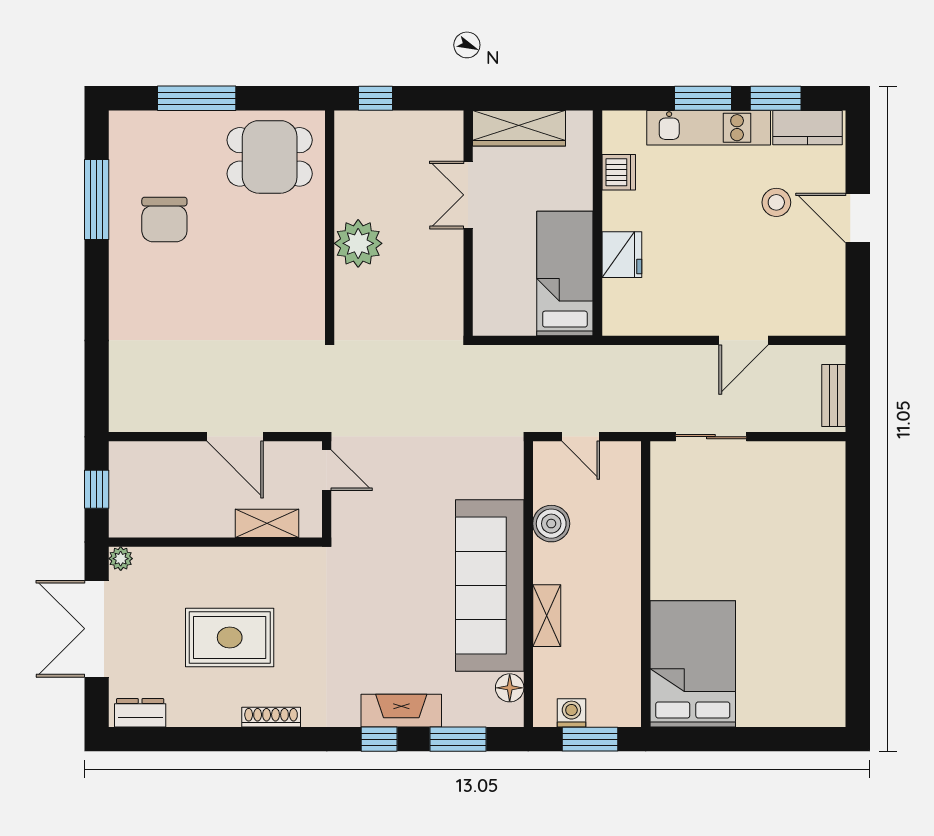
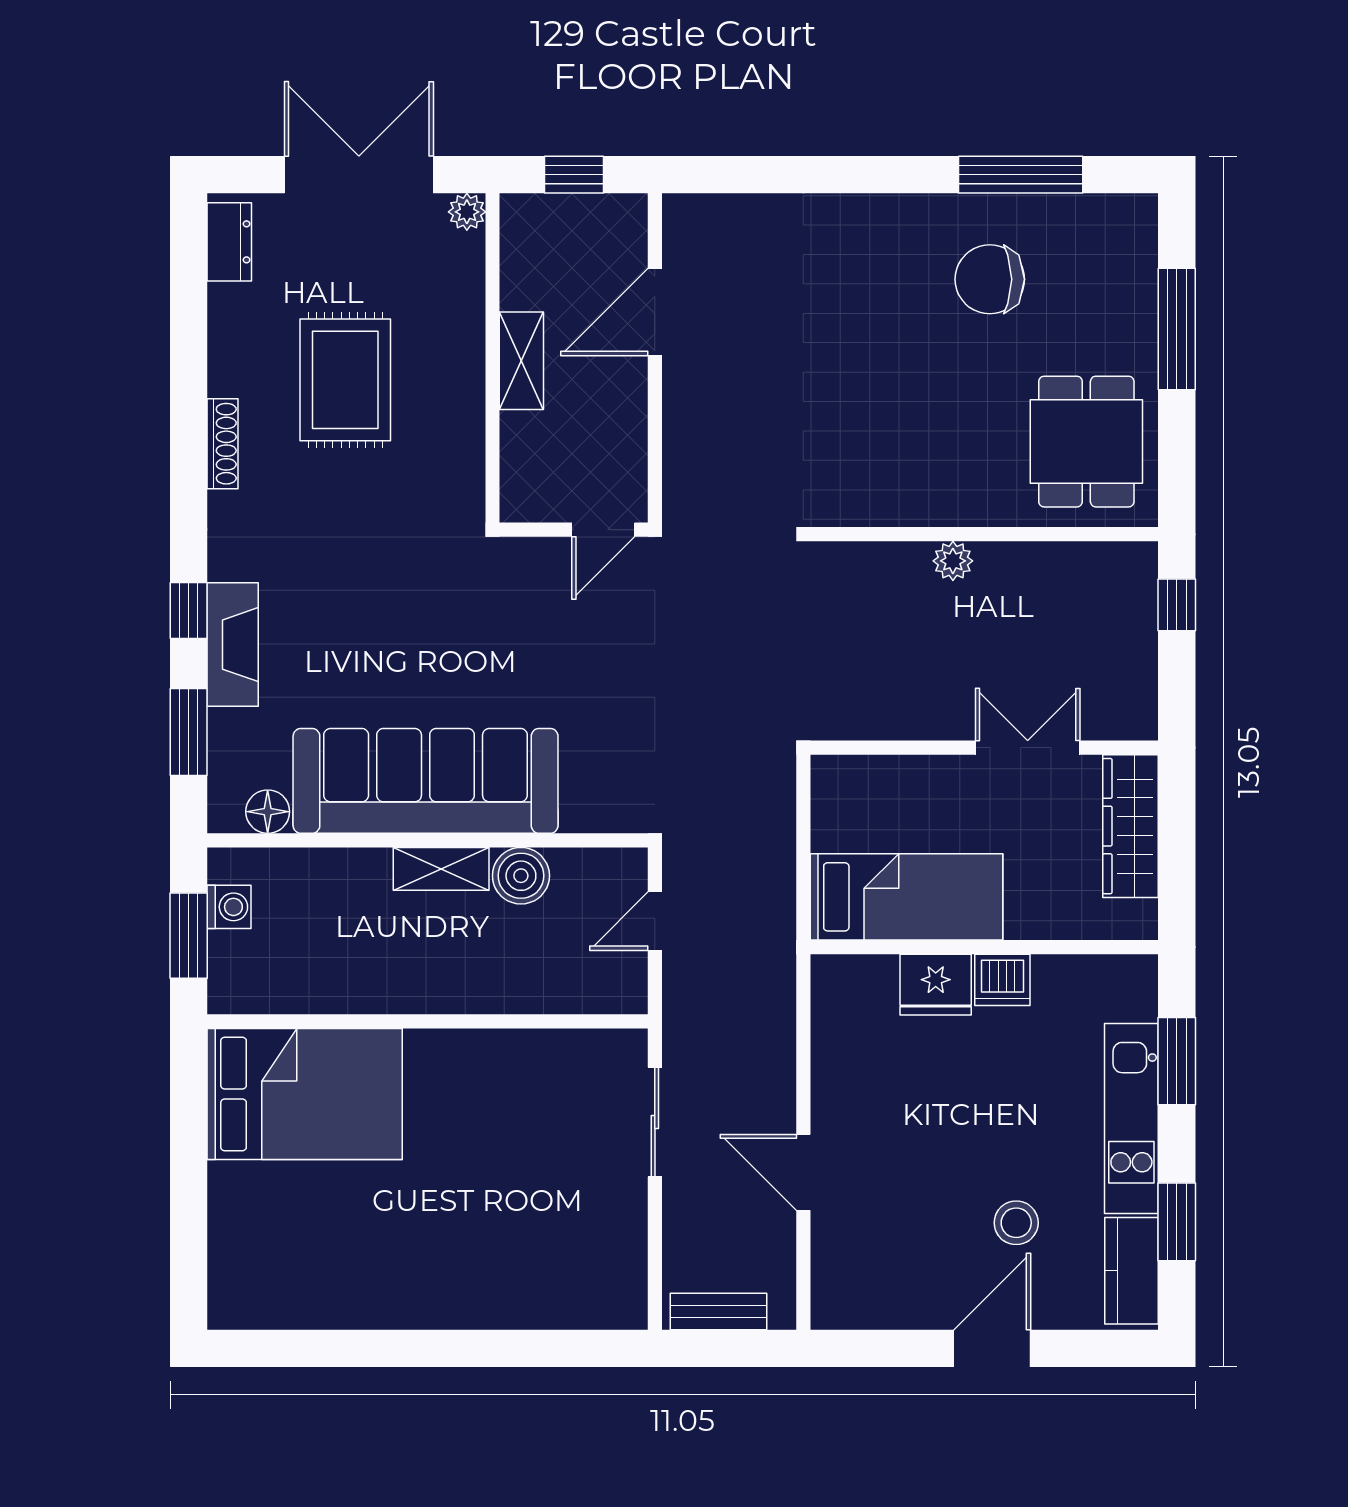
window: (703, 98) -> (1177, 1061), moved
dishwasher: (619, 172) -> (1002, 980), moved
plant: (358, 243) -> (953, 561), width x0.53, depth x0.53
door: (235, 437) -> (655, 312), moved
shelving: (267, 523) -> (521, 361), moved
shelving: (547, 616) -> (441, 869), moved

